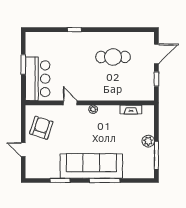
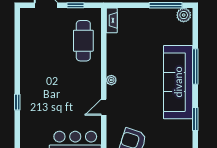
cafe table: (113, 57) -> (83, 41), moved
fireplace: (131, 110) -> (112, 20), moved
plant: (148, 141) -> (184, 15), moved

